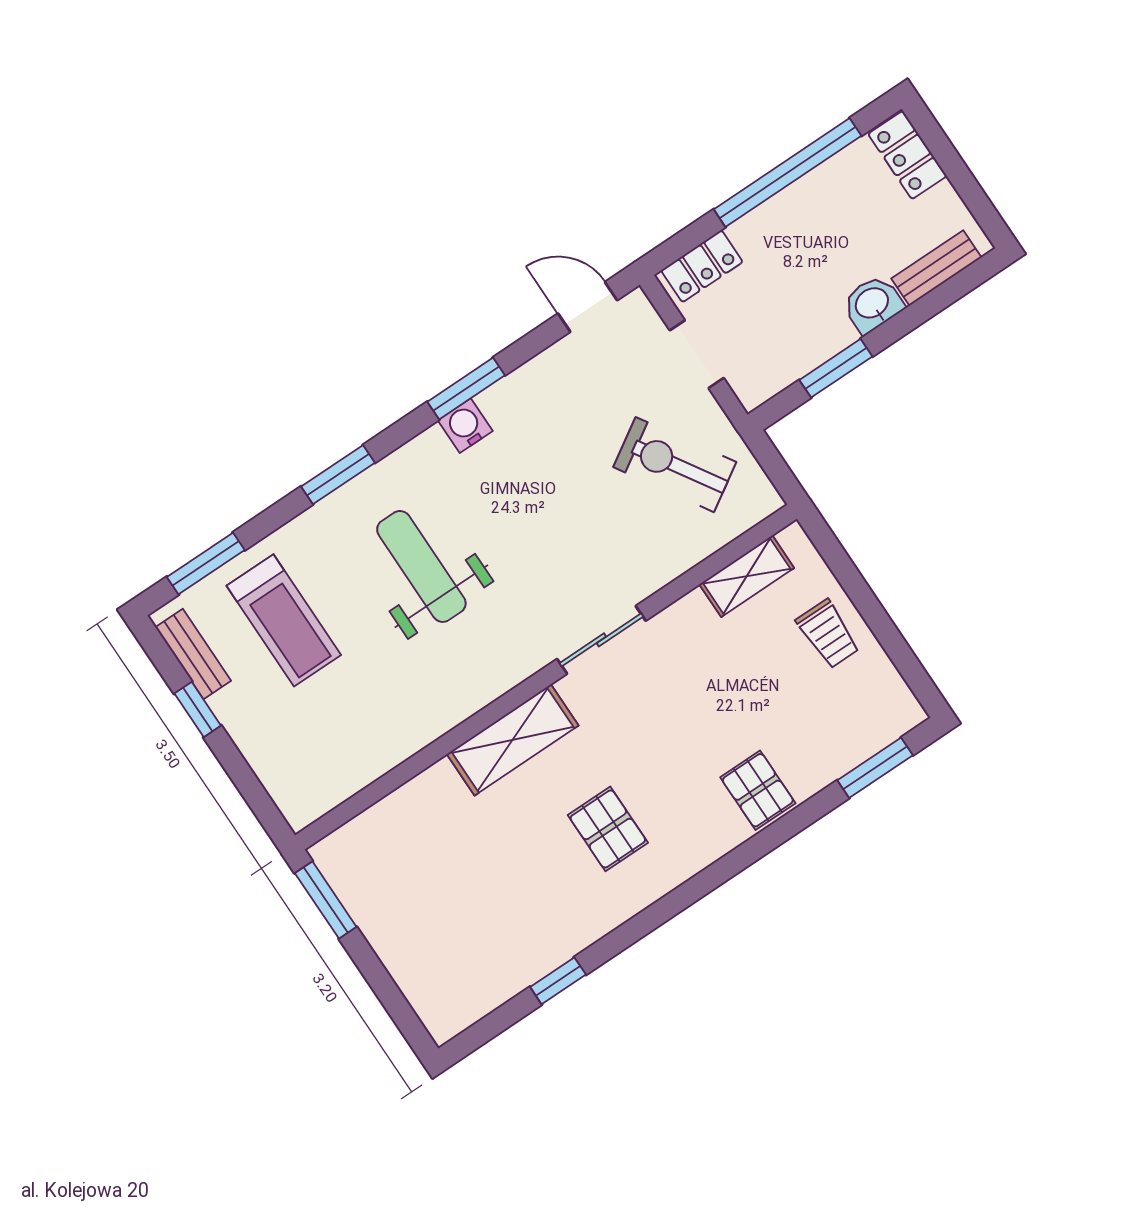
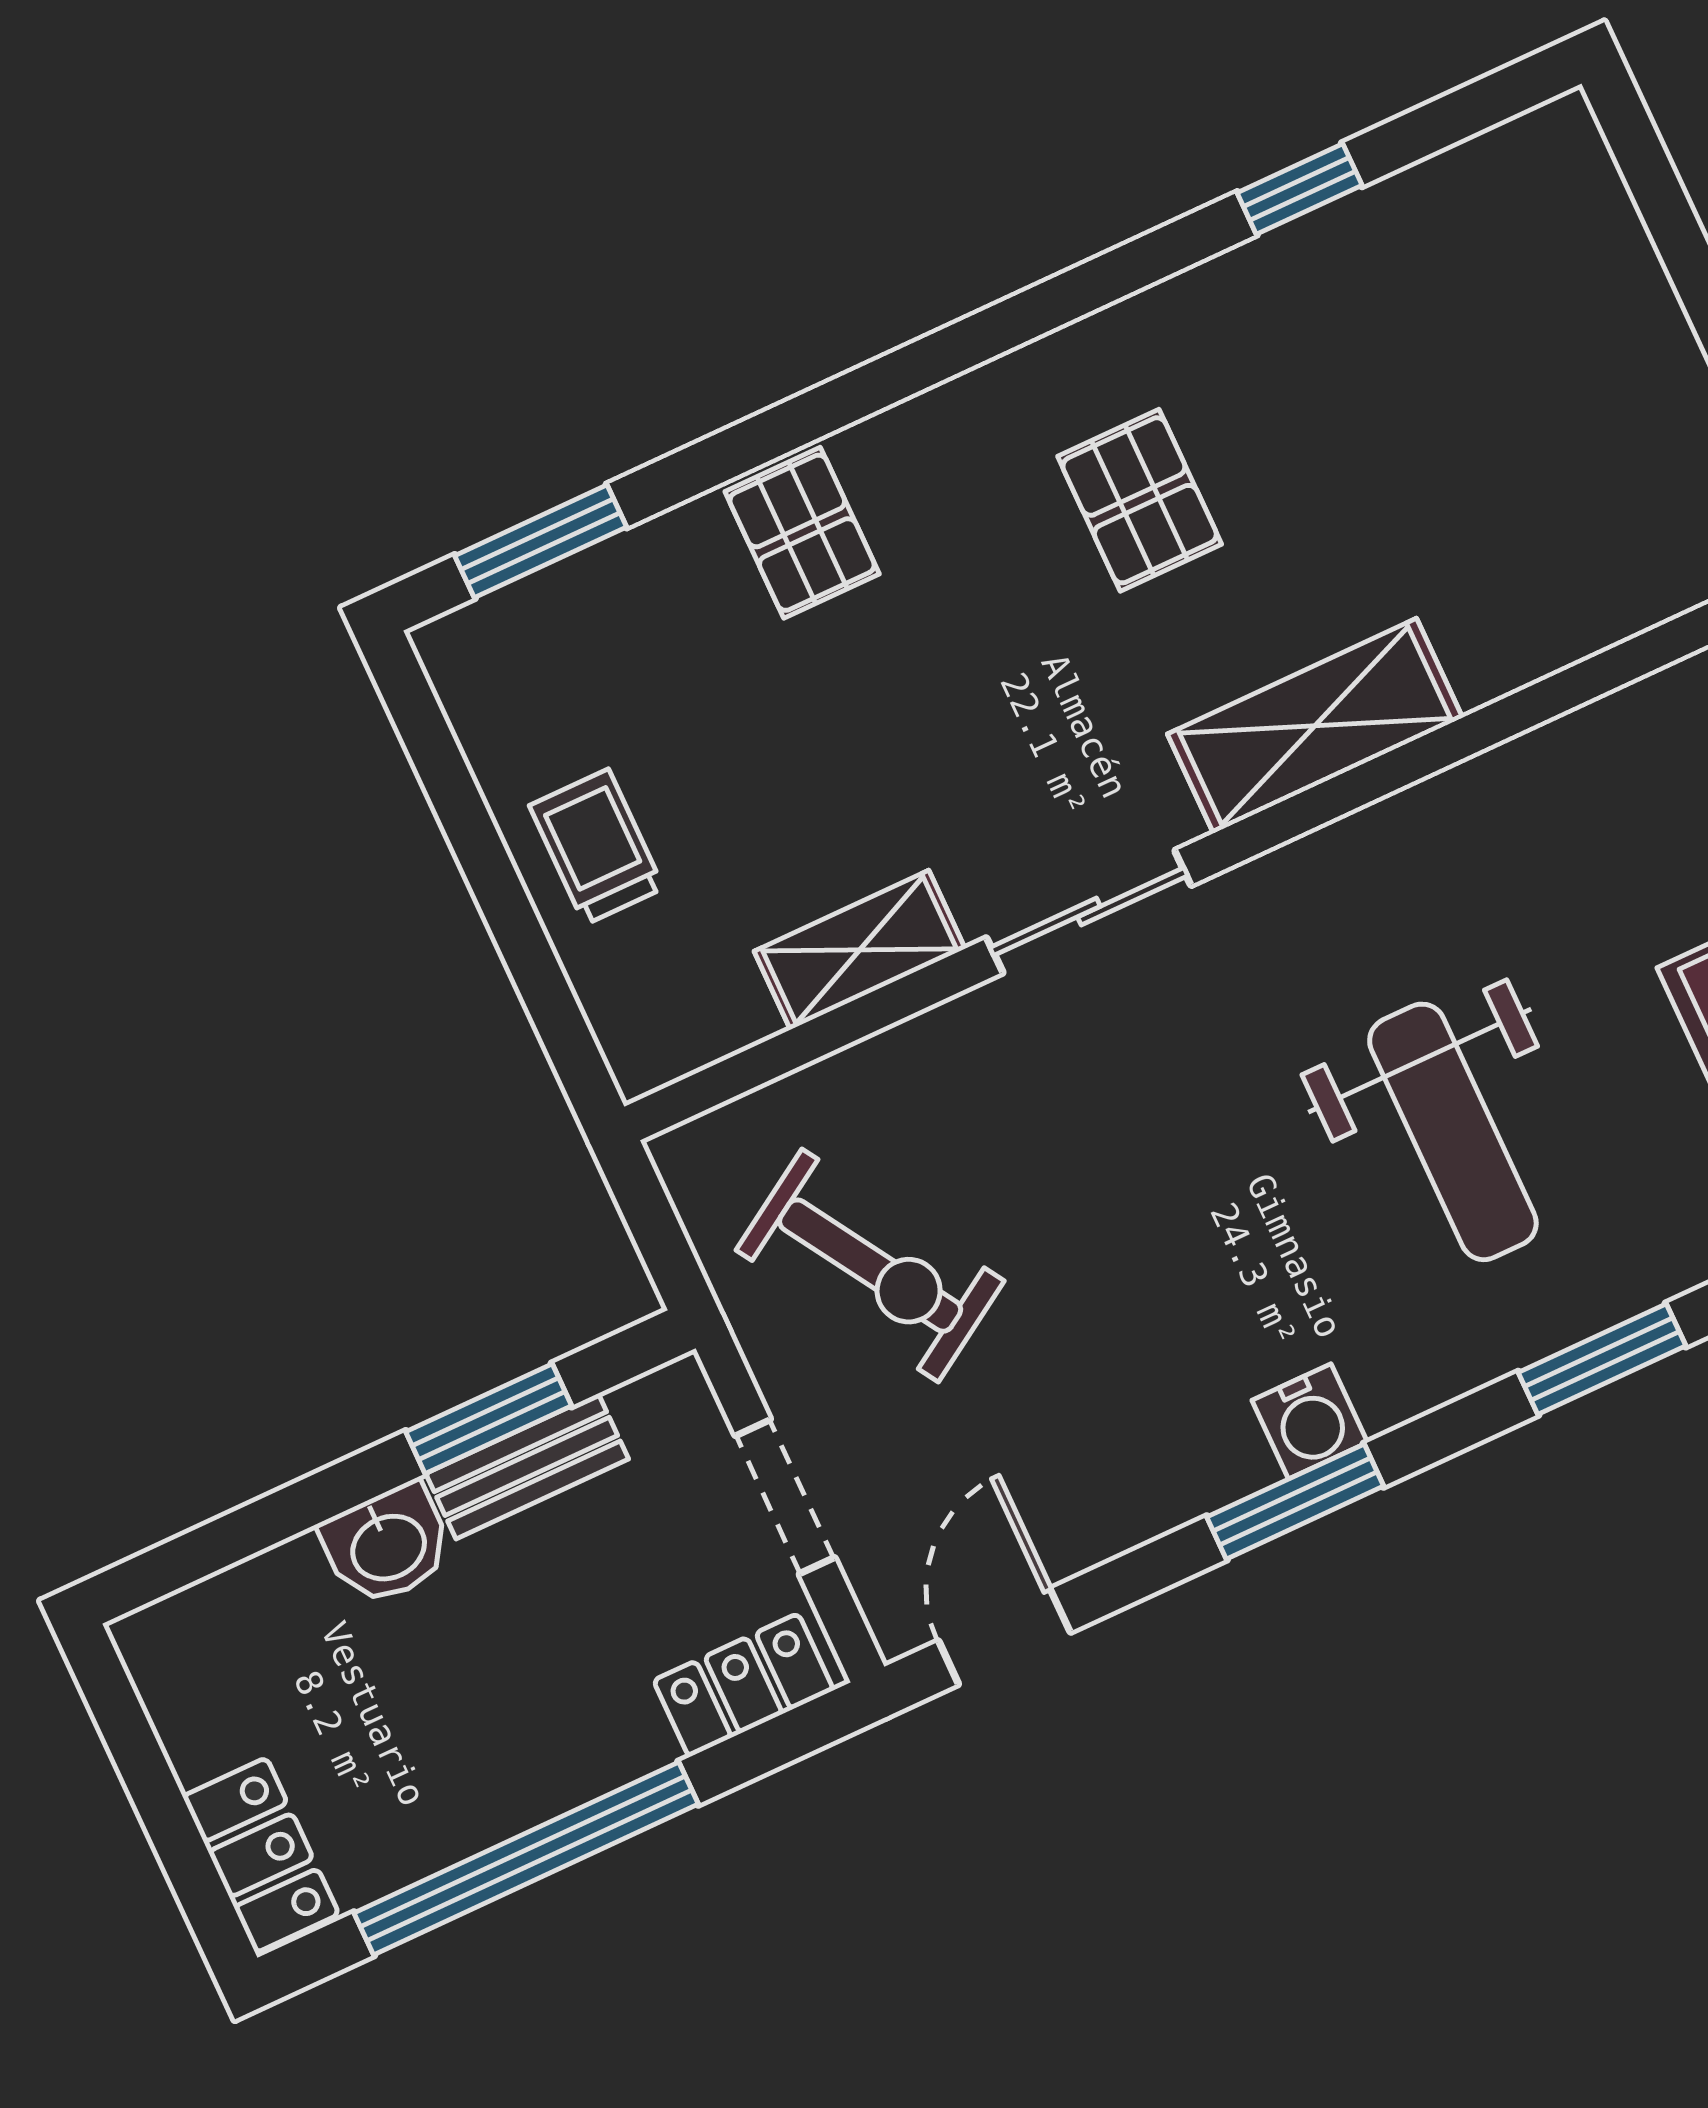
bench: (936, 268) -> (527, 1466), moved
door: (588, 307) -> (1004, 1637), swing flipped
shelving: (747, 576) -> (860, 950), moved

